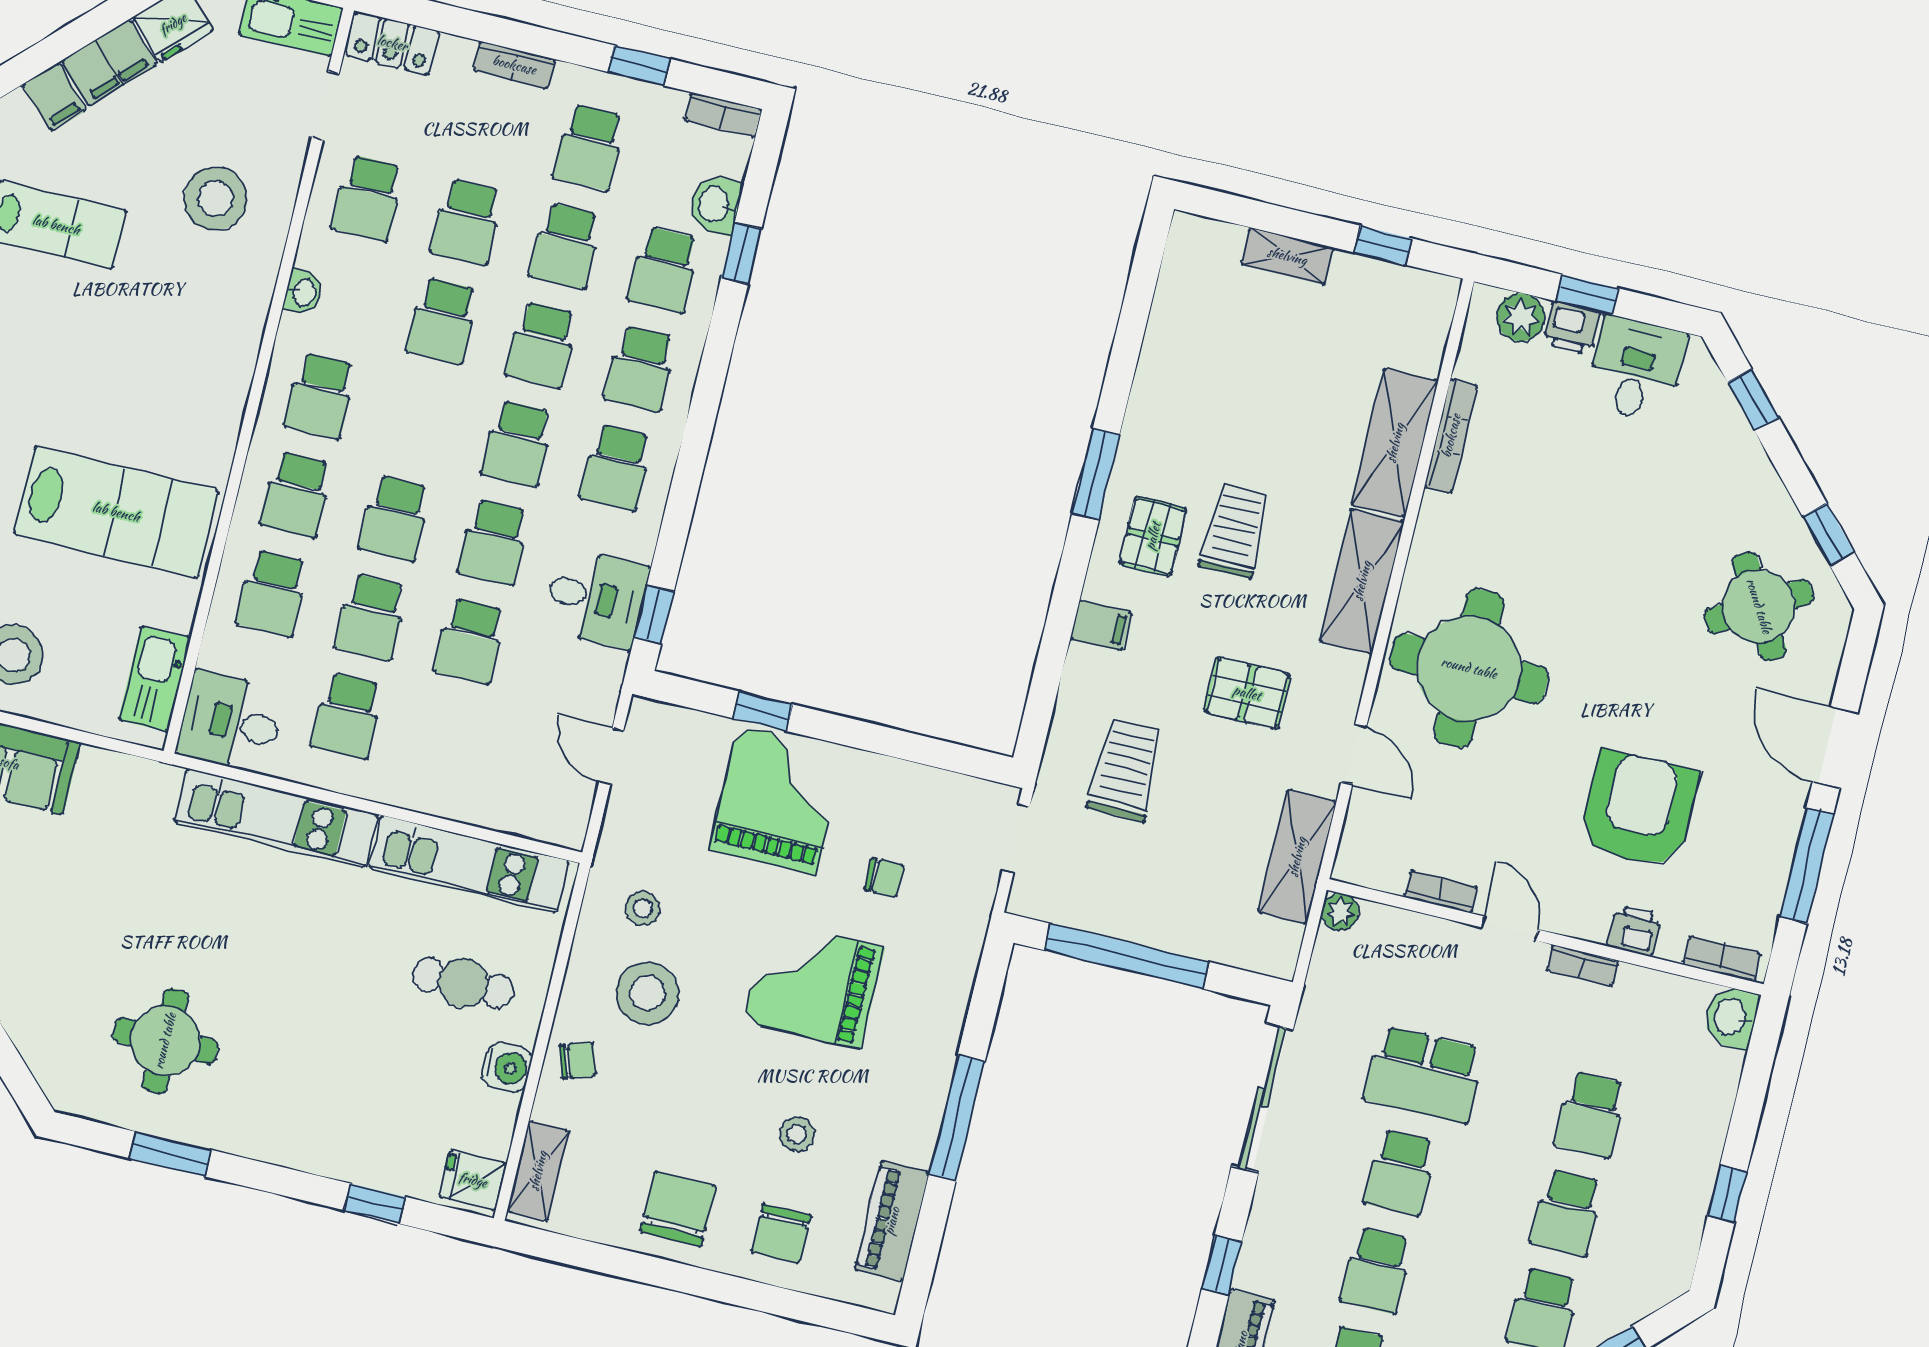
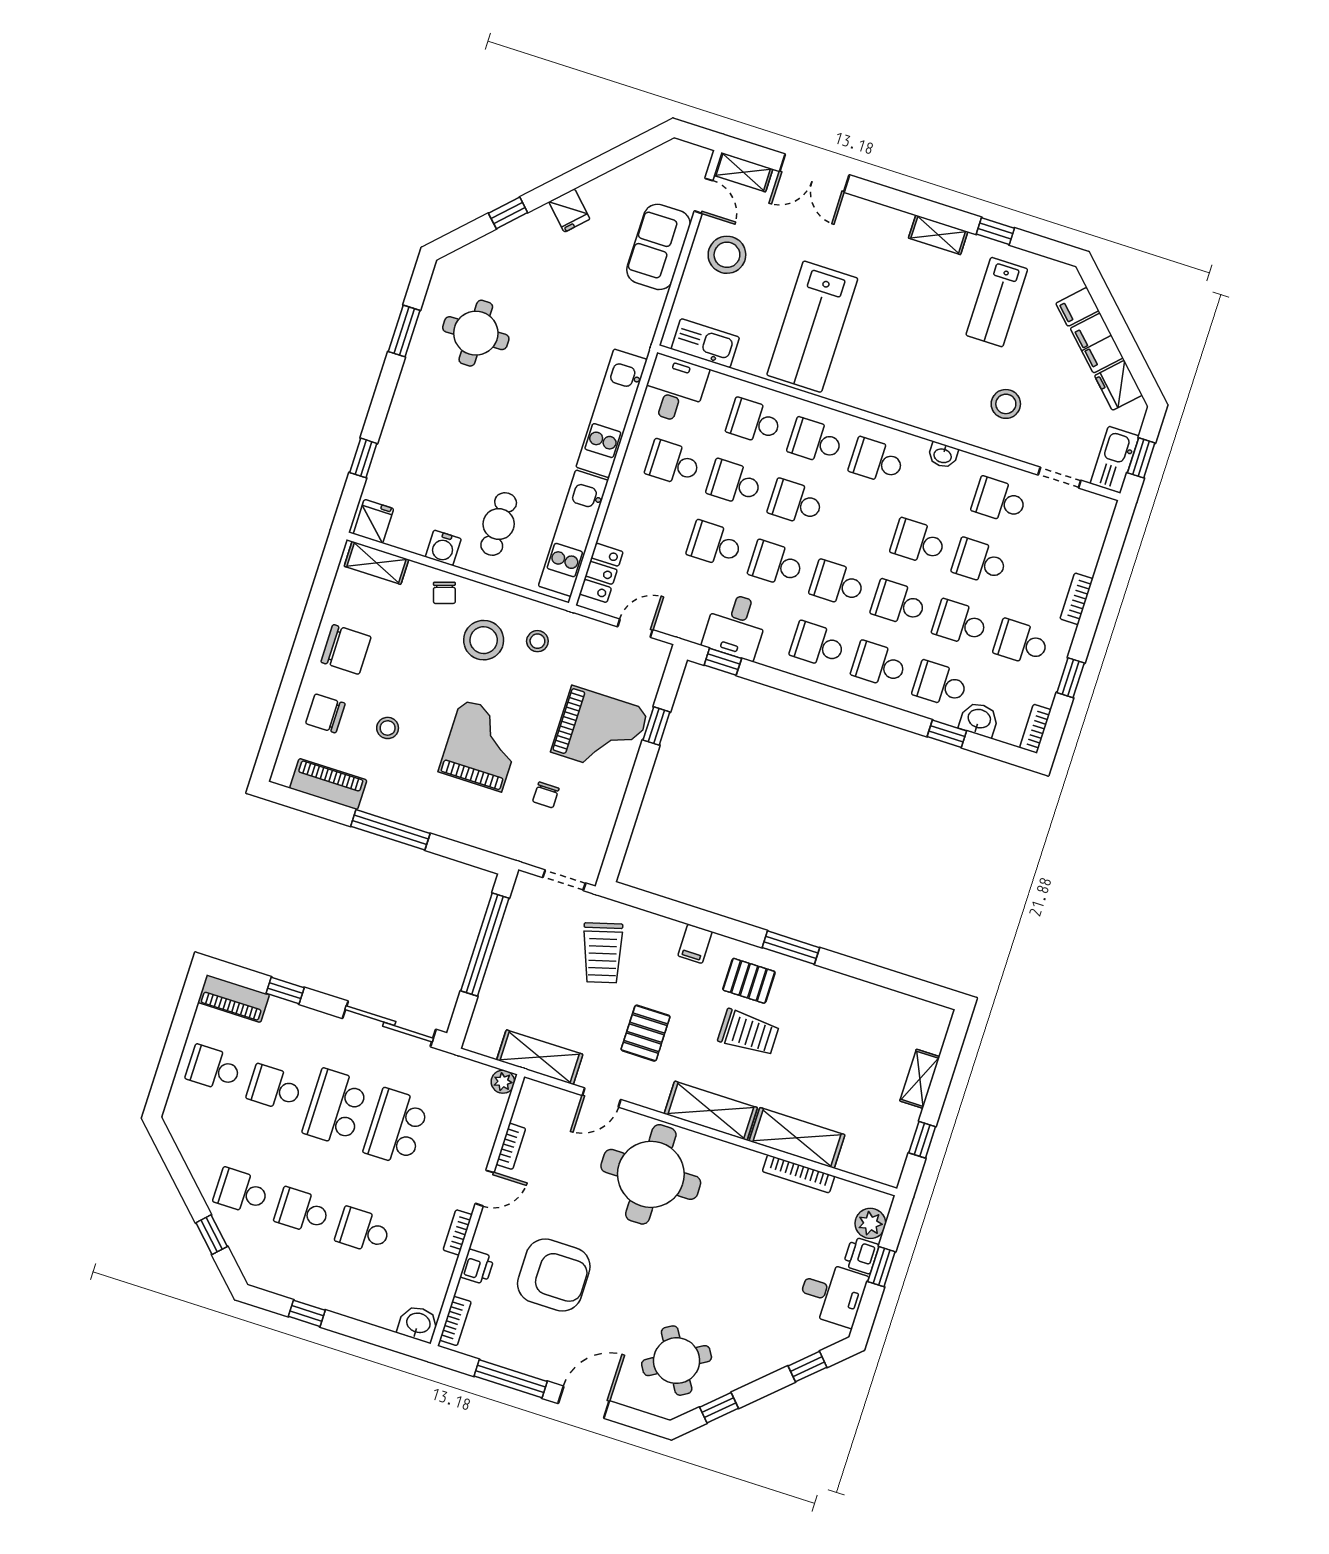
locker: (392, 43) -> (601, 573), moved, turned 180
stool: (216, 199) -> (1006, 404), width x0.73, depth x0.73
trolley: (1126, 770) -> (603, 953), turned 74
school desk: (1400, 1173) -> (335, 1107), width x1.85

